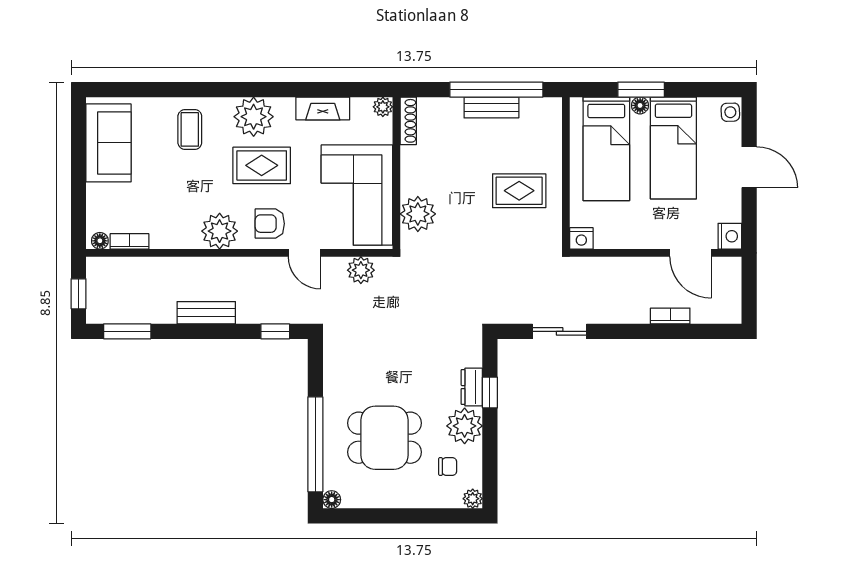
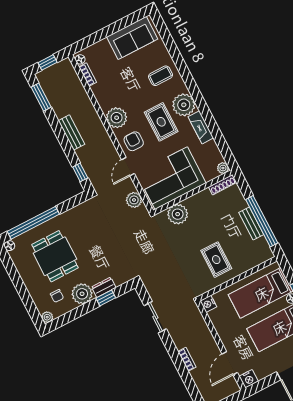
fireplace: (323, 108) -> (201, 127), moved
bookcase: (670, 316) -> (187, 359), moved

